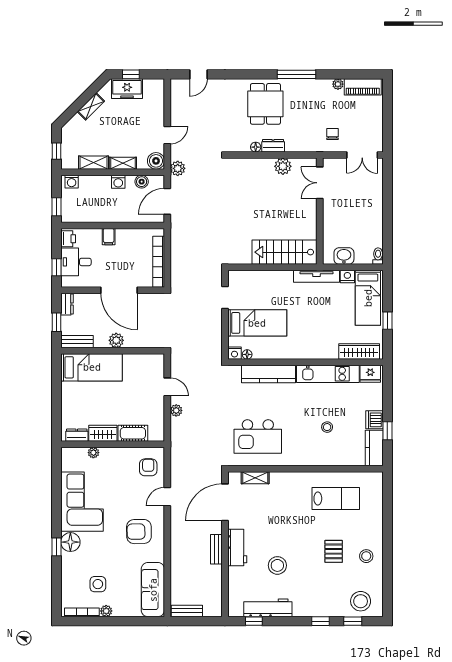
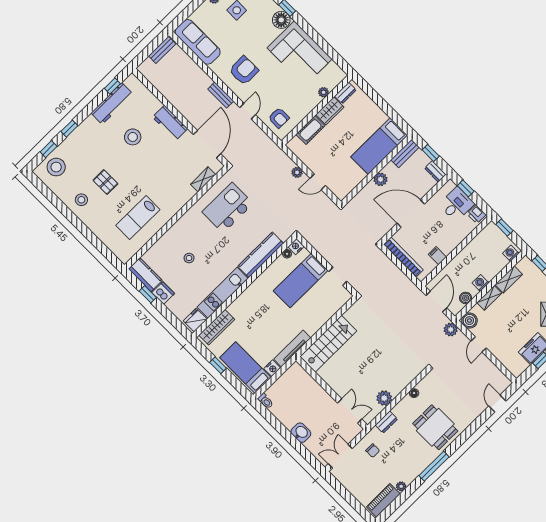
dresser: (273, 146) -> (386, 422), moved
filing cabinet: (109, 237) -> (437, 256), moved
washbasin: (344, 256) -> (301, 433), moved, turned -90
bench: (216, 549) -> (221, 95), moved

